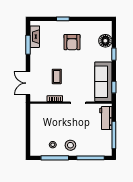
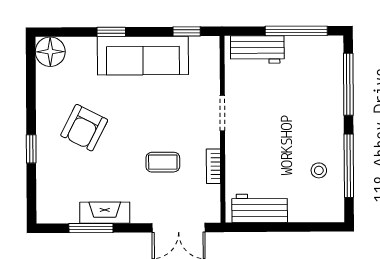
fireplace: (35, 37) -> (105, 213), moved
floor lamp: (105, 41) -> (50, 52), moved
armchair: (72, 42) -> (84, 128), turned 117
sofa: (103, 82) -> (143, 56), moved
workbench: (36, 119) -> (260, 208), added
stool: (70, 145) -> (320, 130), removed

